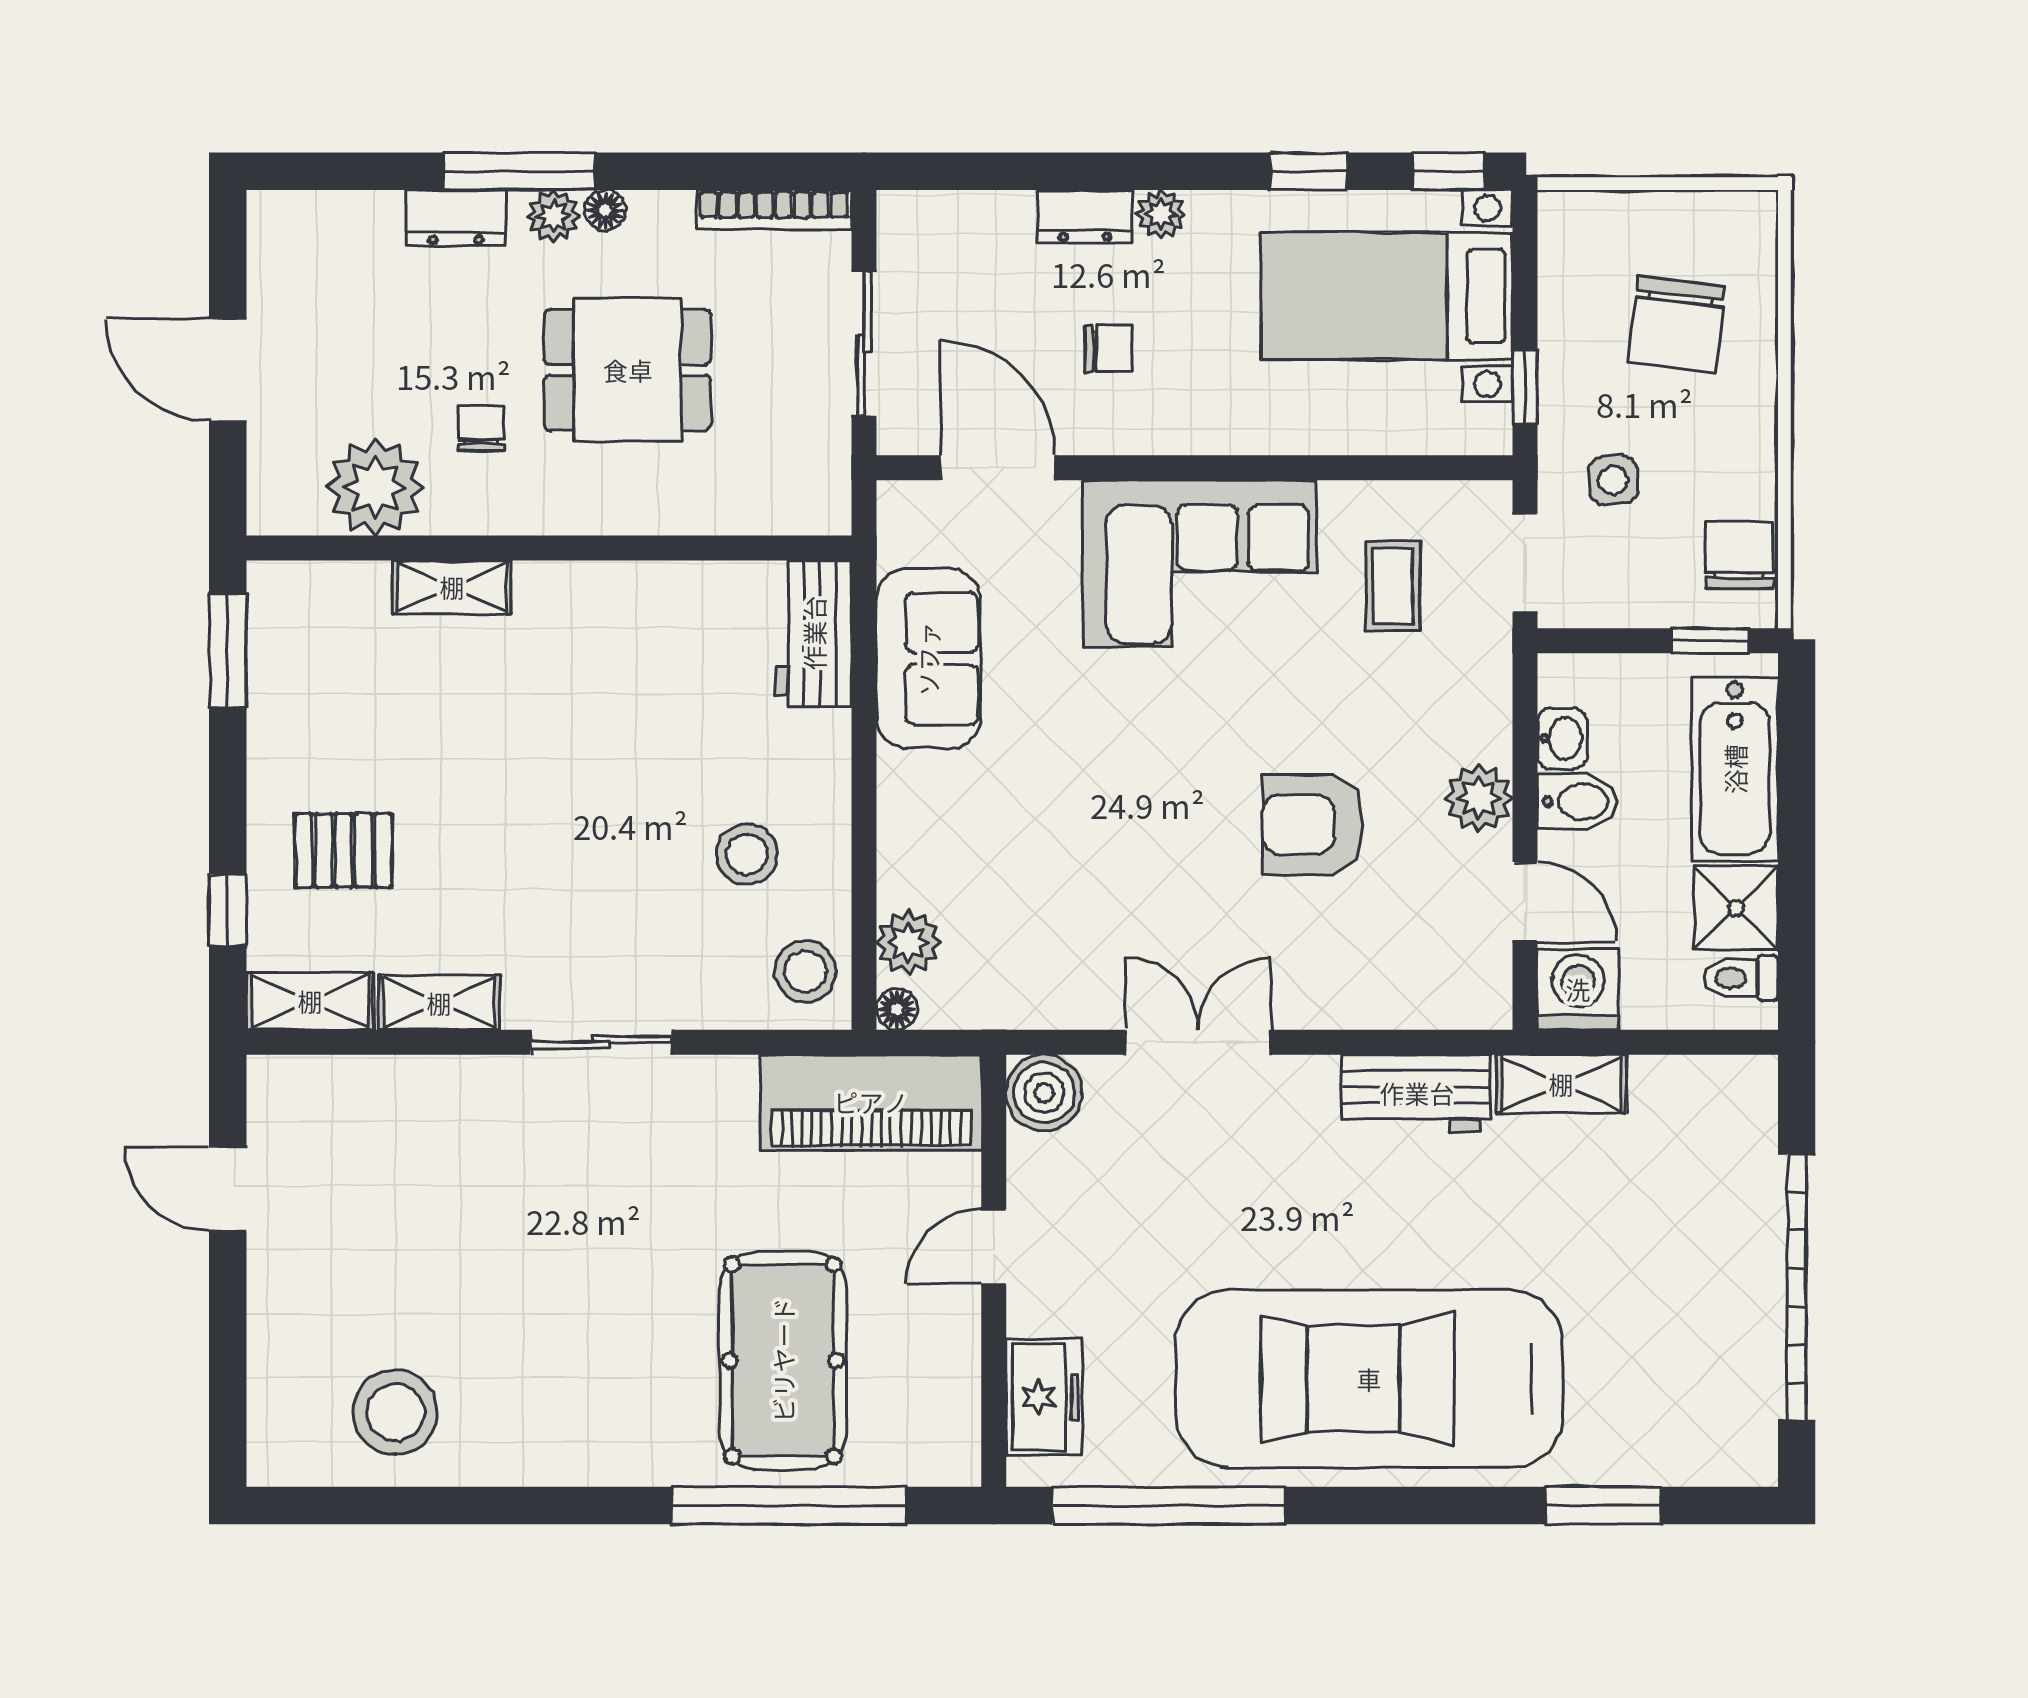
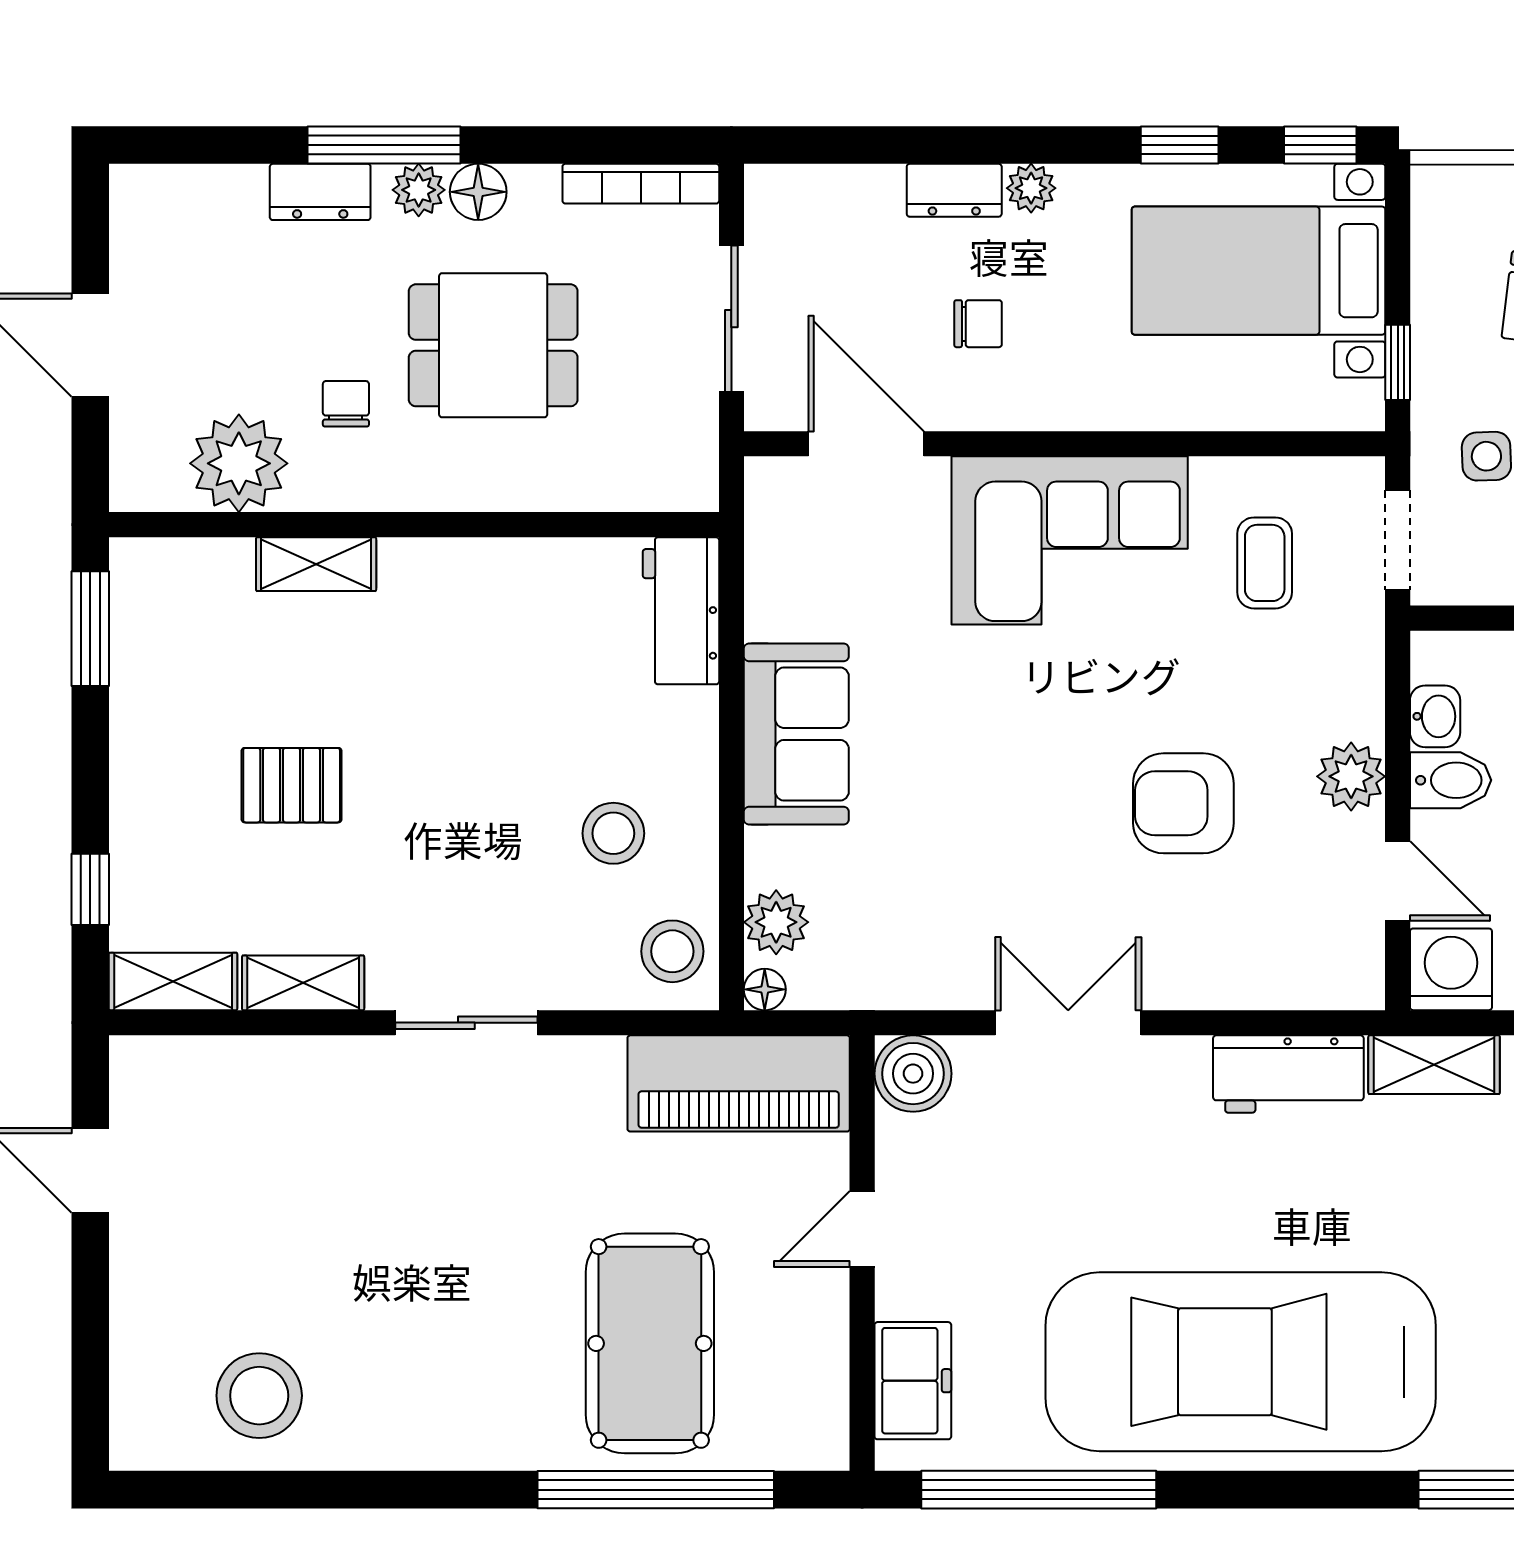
floor lamp: (605, 210) -> (478, 192), width x1.37, depth x1.37
sofa: (928, 659) -> (796, 734), moved
pallet: (344, 851) -> (292, 785), moved

